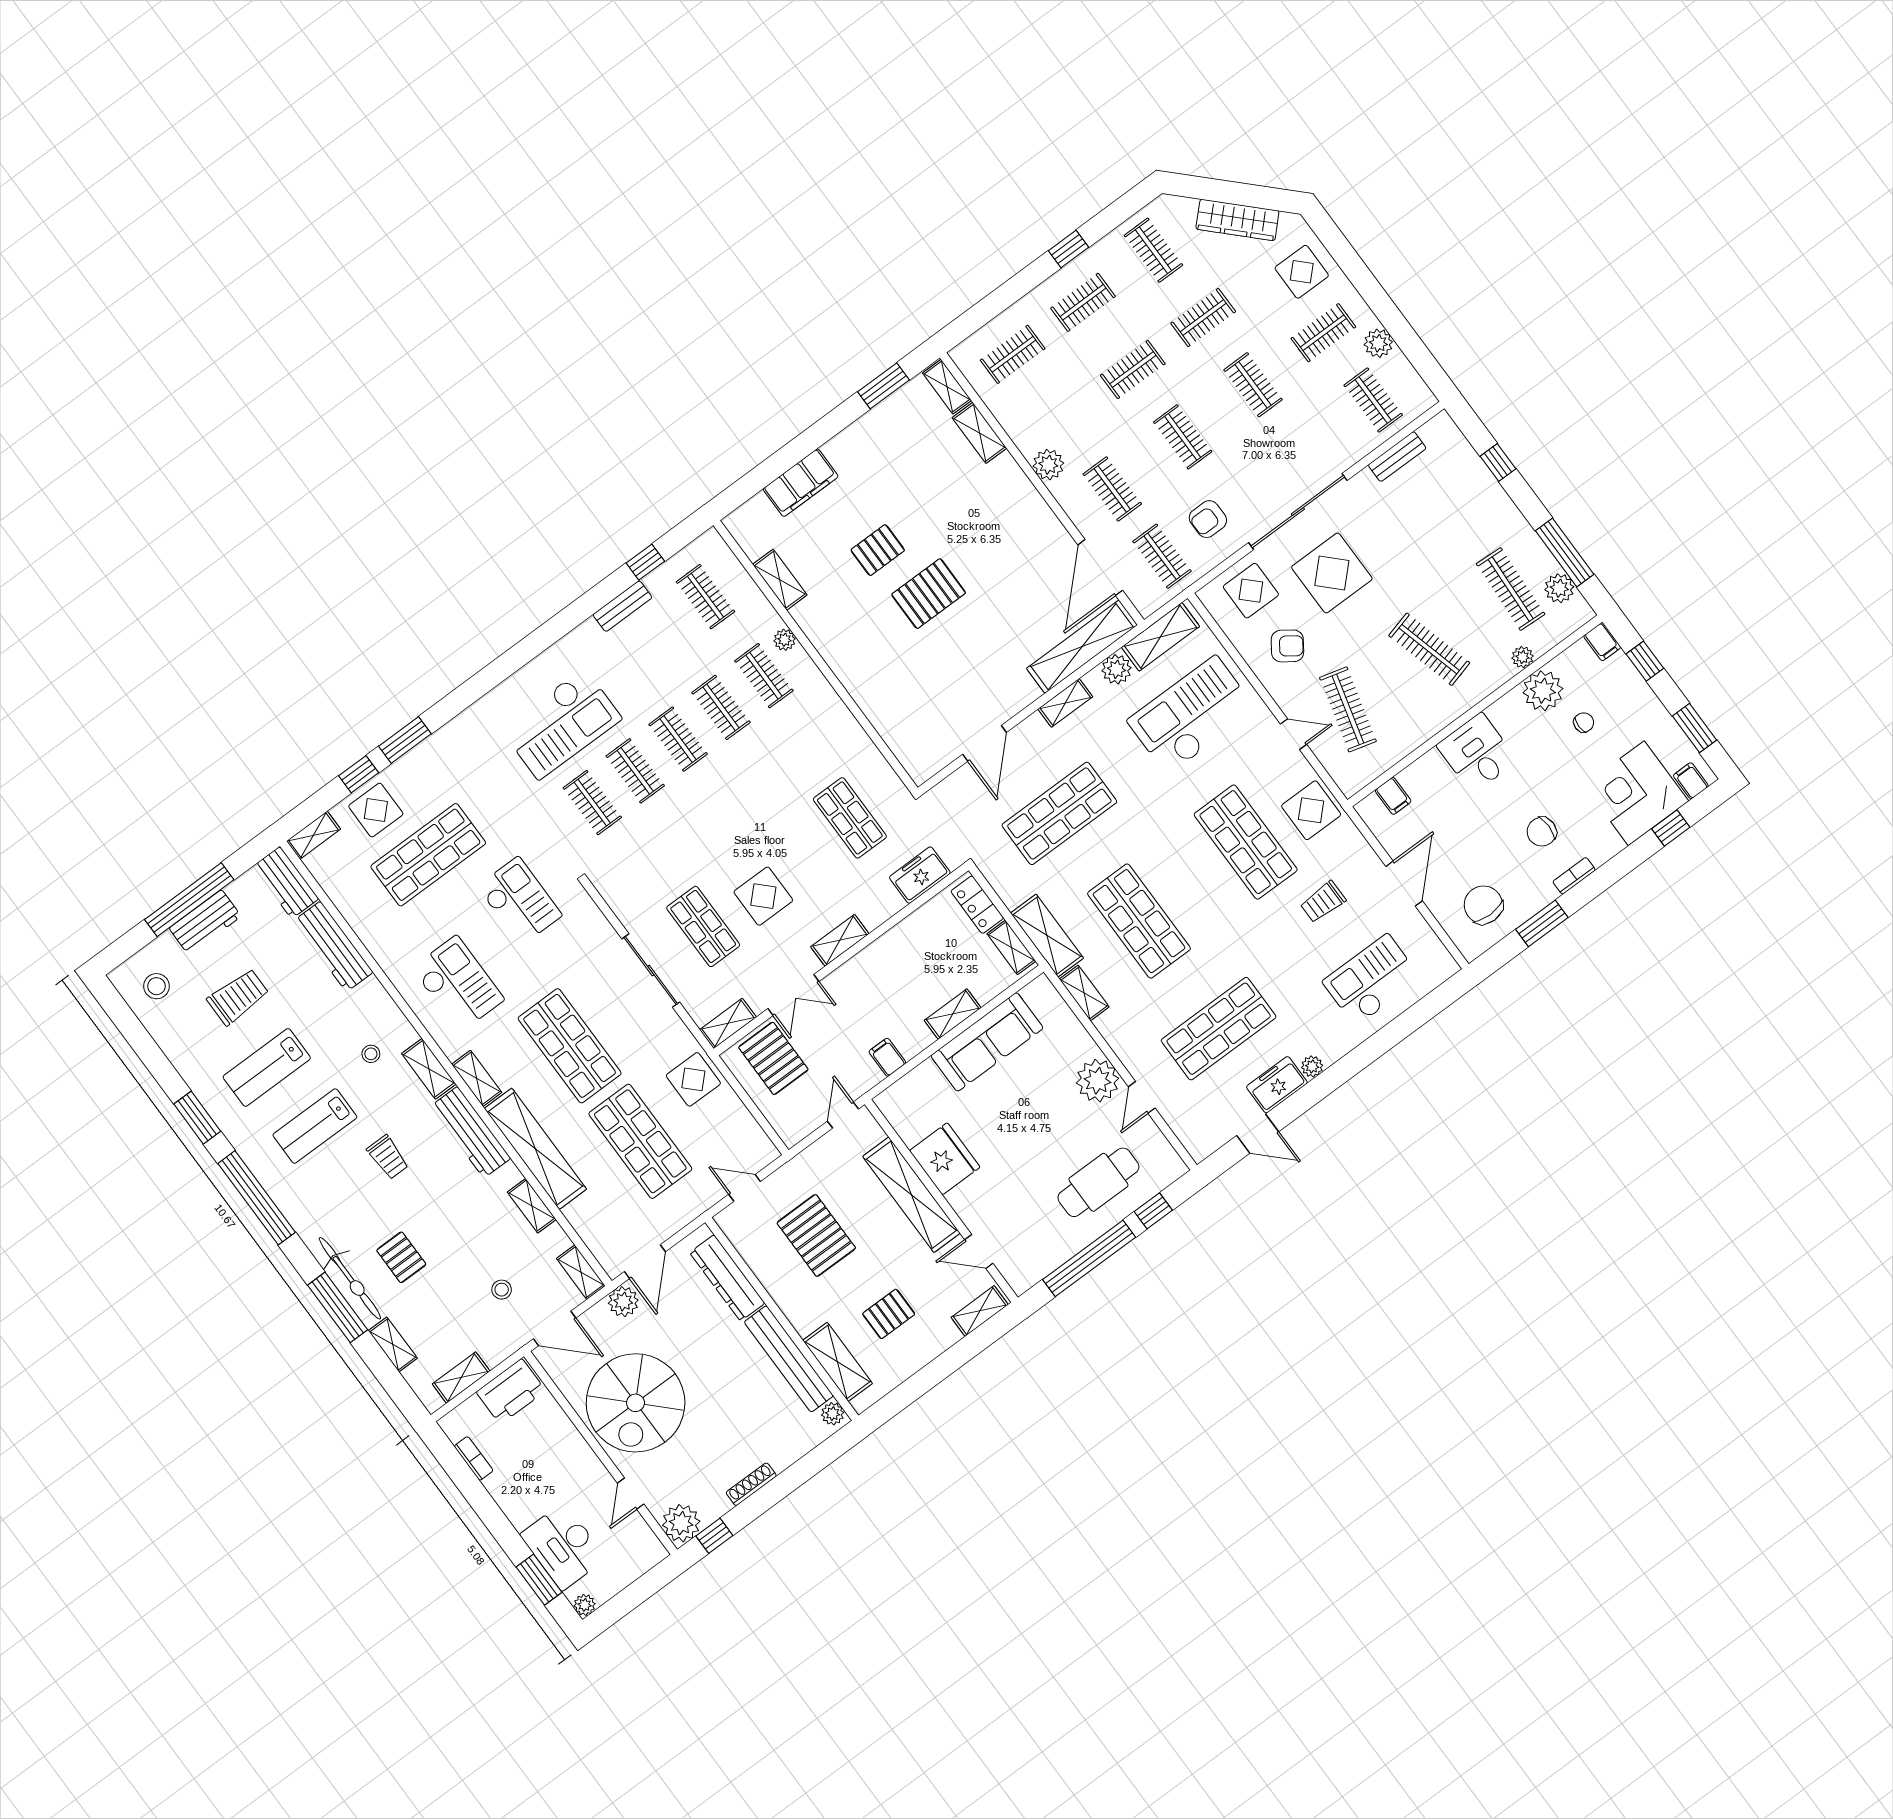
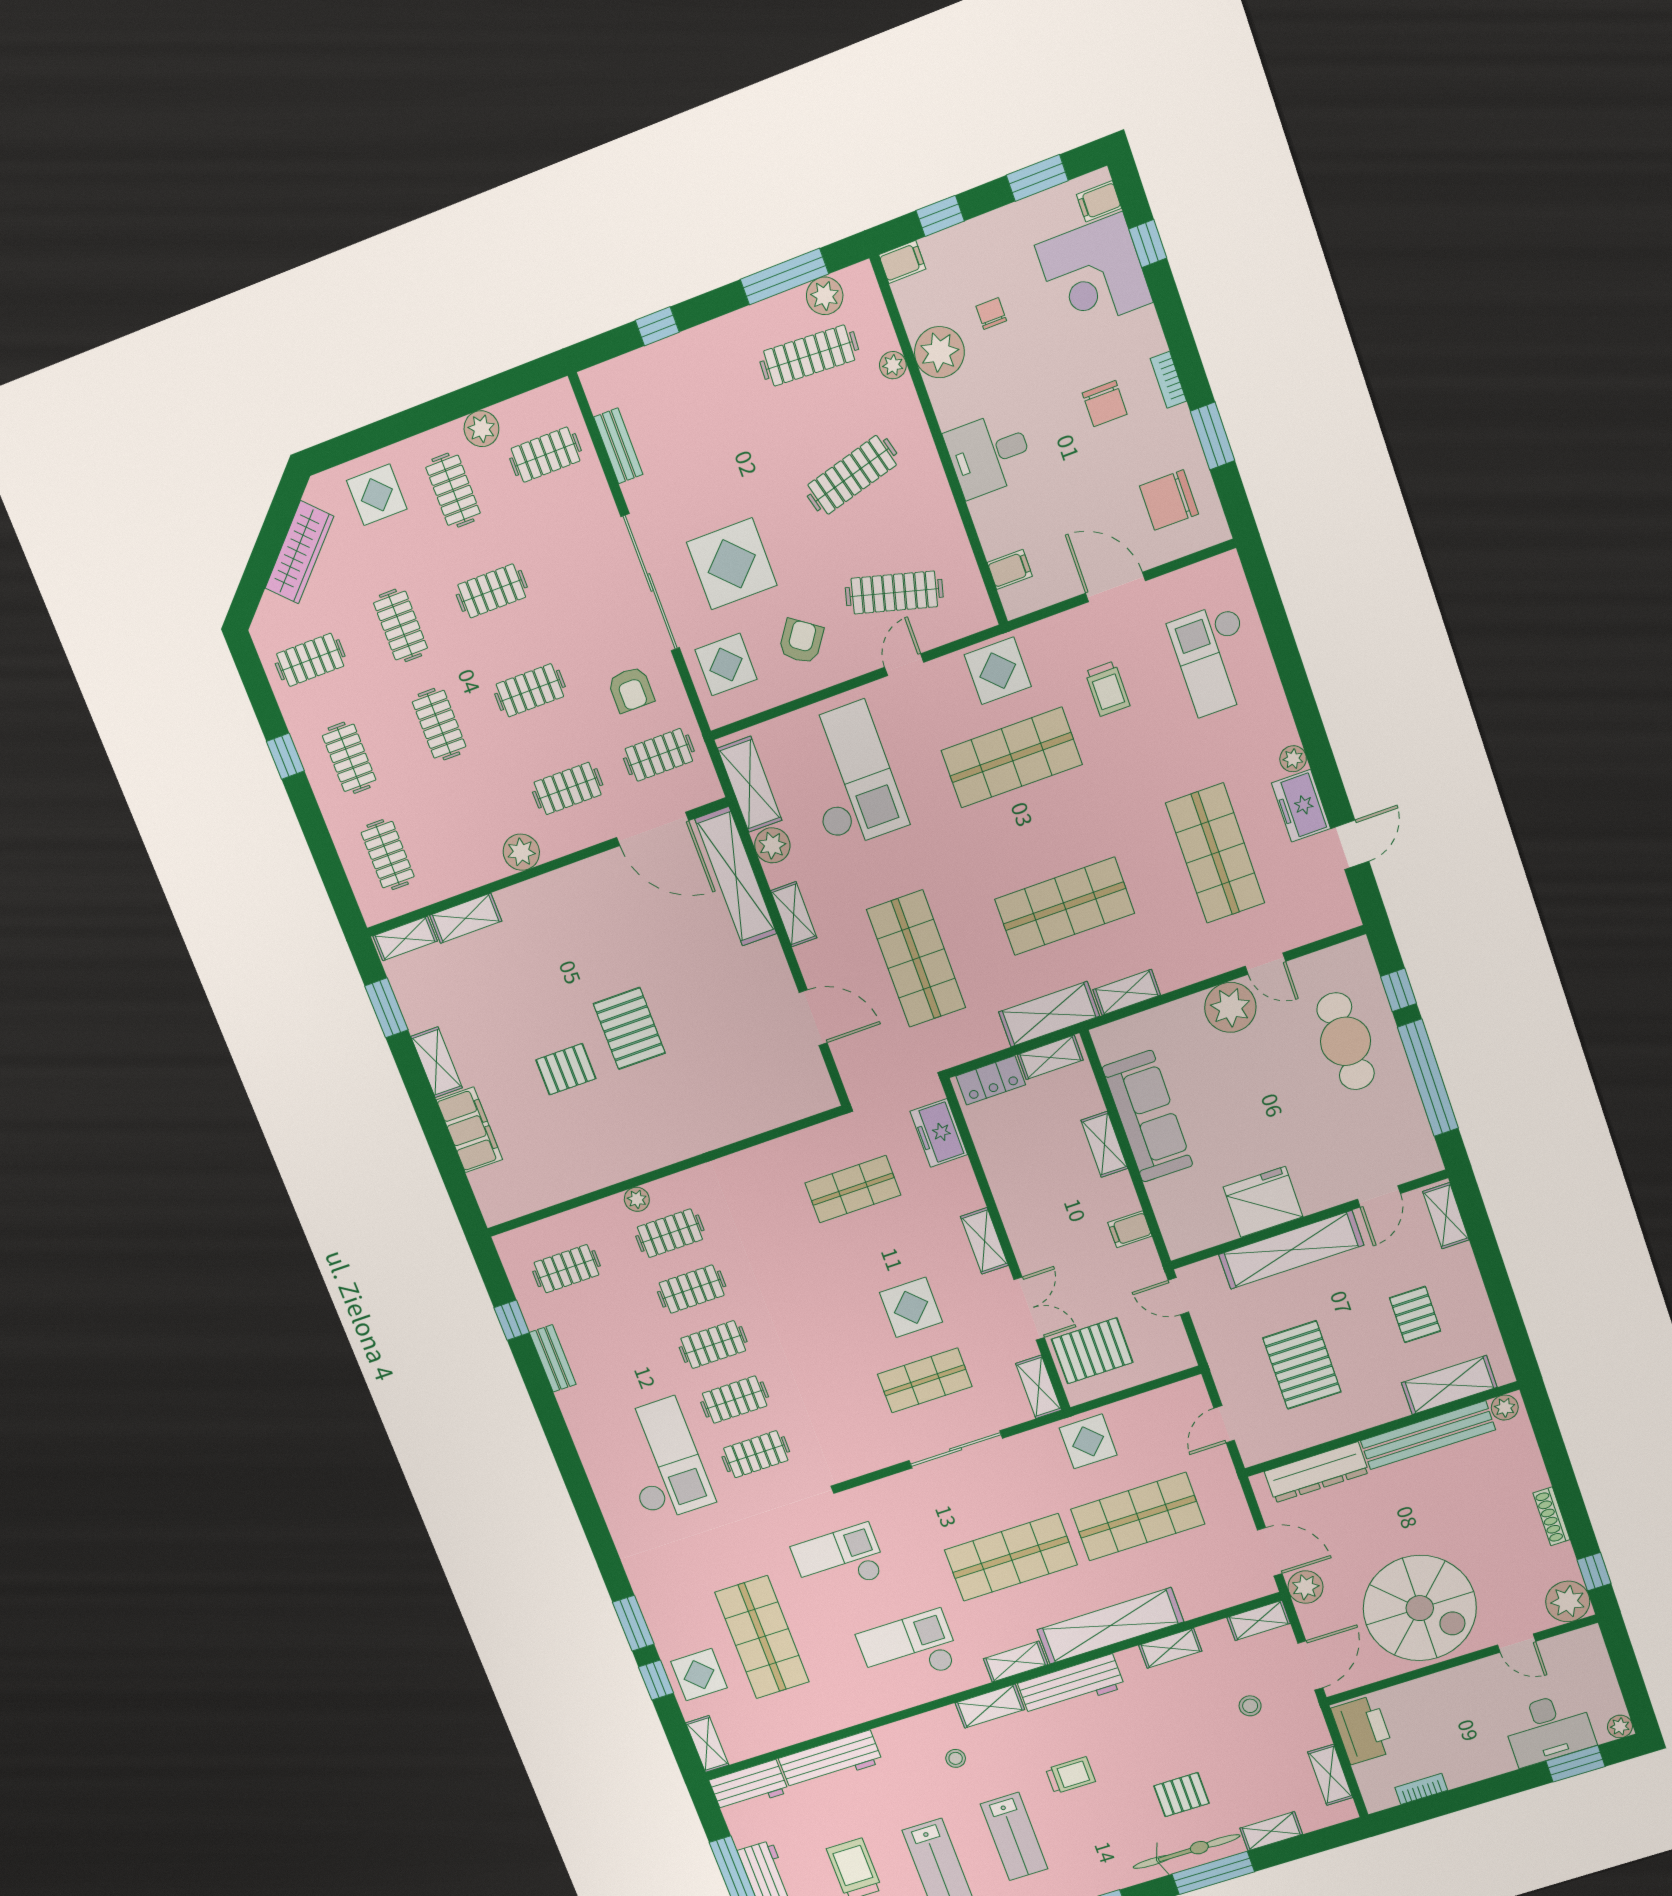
pallet: (878, 550) -> (566, 1069), turned 90
shelving: (780, 580) -> (437, 1062), moved, turned 90
checkout: (1192, 715) -> (849, 776), turned 180
pallet: (816, 1235) -> (1302, 1365), turned 90

